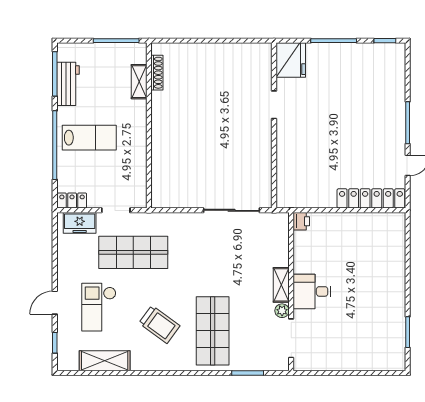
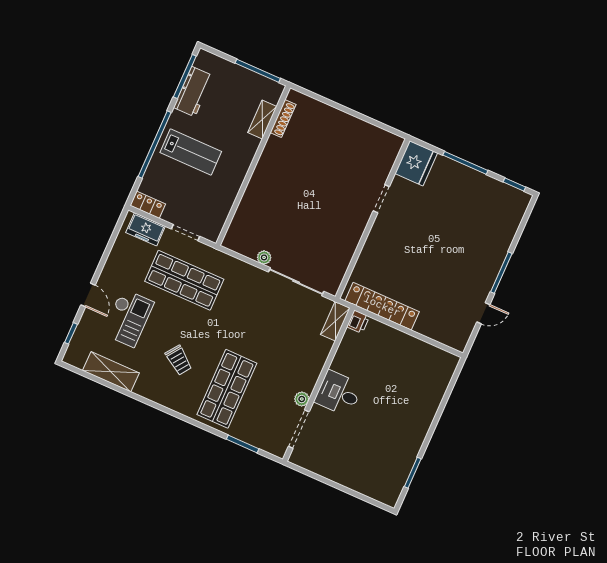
locker: (371, 198) -> (382, 306), moved
plant: (194, 202) -> (264, 257), added
shelving: (281, 285) -> (335, 321), moved
door: (55, 303) -> (88, 295), swing flipped
checkout: (99, 307) -> (128, 318), turned 180
trolley: (159, 324) -> (179, 360), width x0.73, depth x0.72

